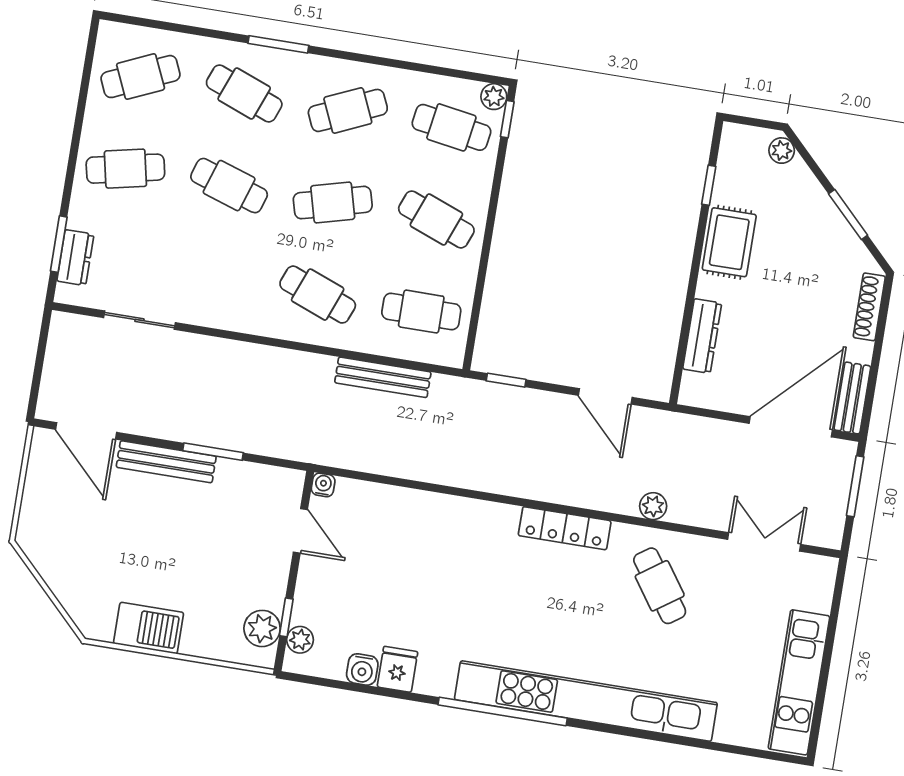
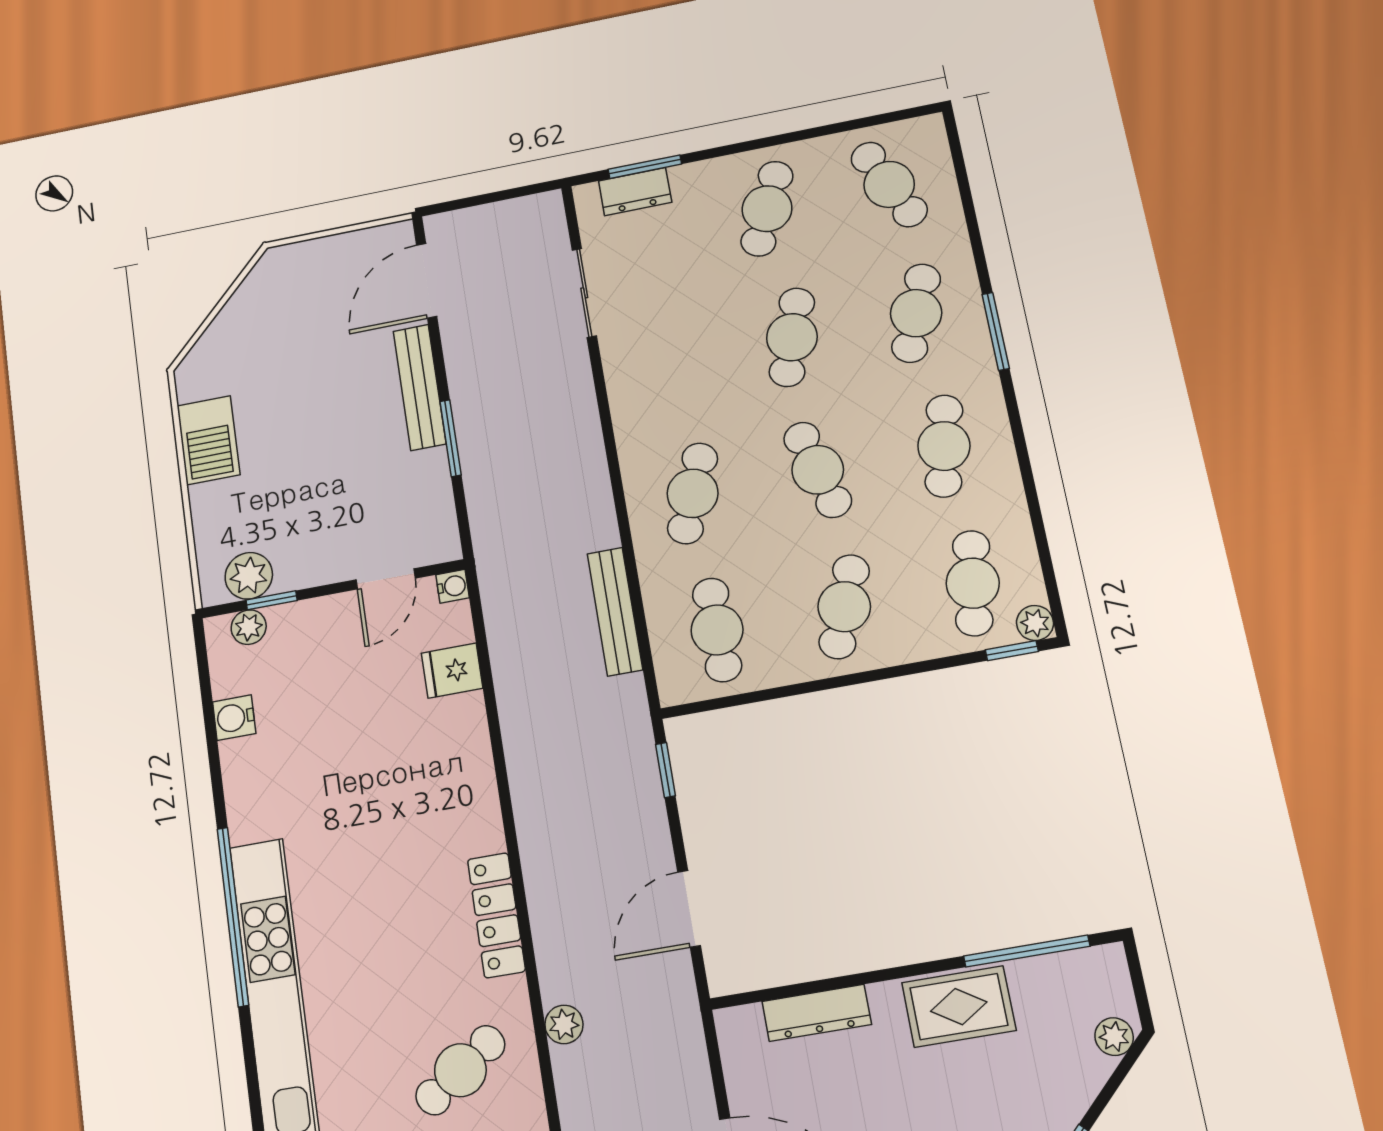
cafe table: (348, 110) -> (944, 446), turned 36
cafe table: (125, 169) -> (767, 209), turned 36
window: (709, 185) -> (1027, 951), width x2.17
fridge: (397, 669) -> (452, 671), moved, turned 180

